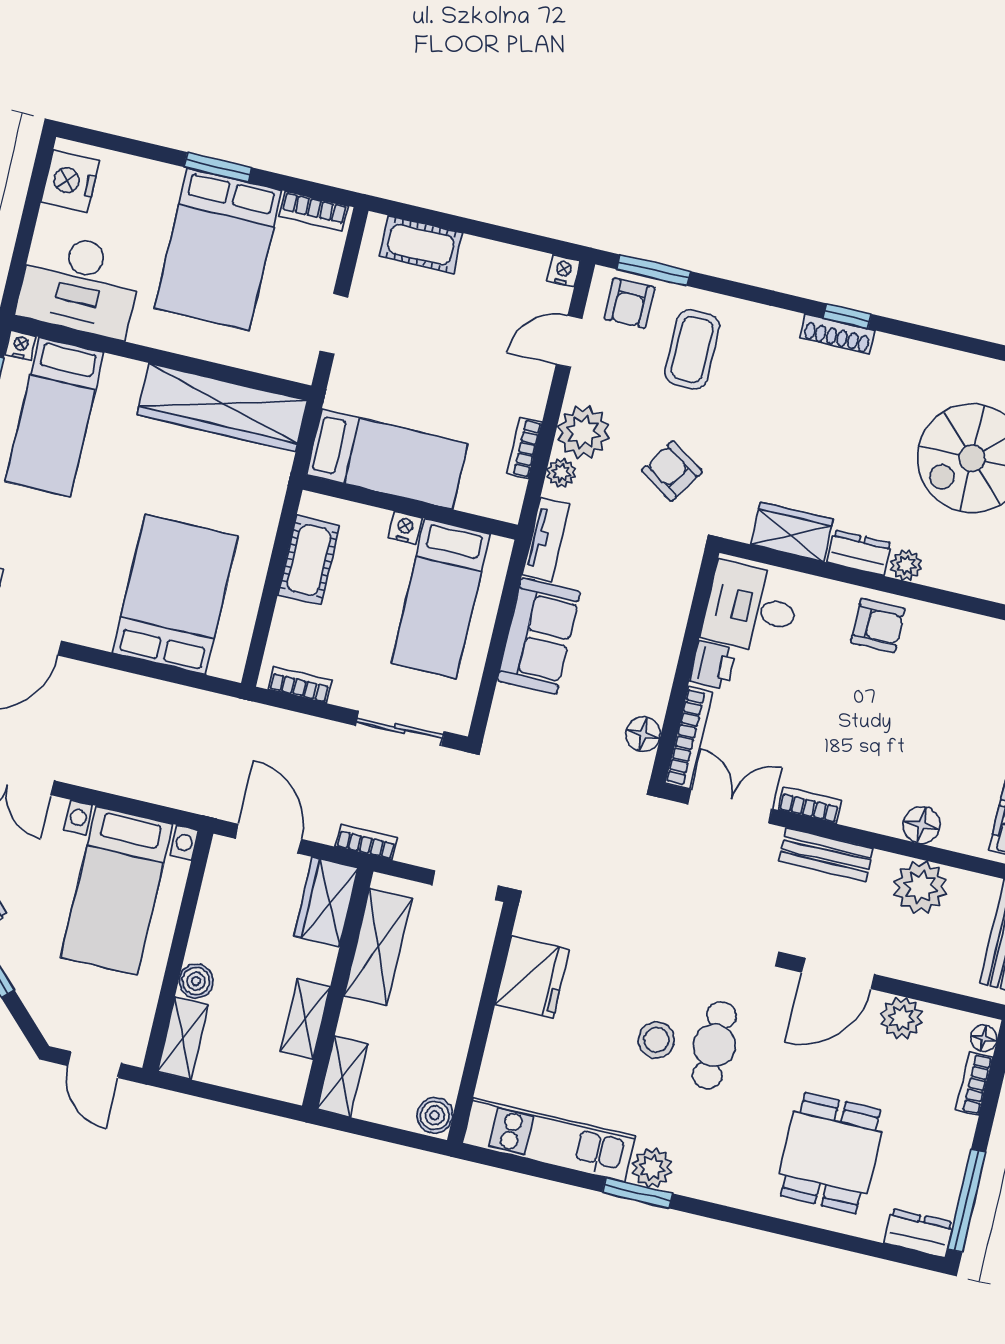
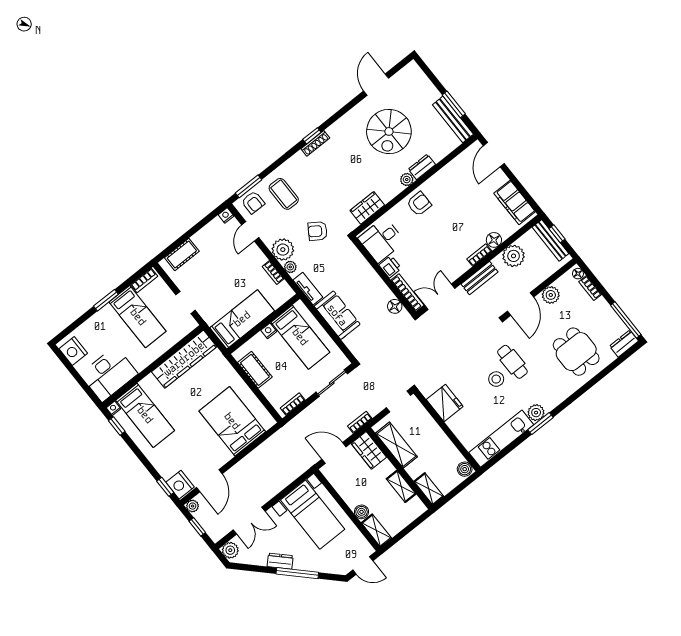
bed: (218, 249) -> (138, 317), width x0.67
dresser: (859, 553) -> (422, 167), moved
bookcase: (810, 805) -> (479, 255), moved

